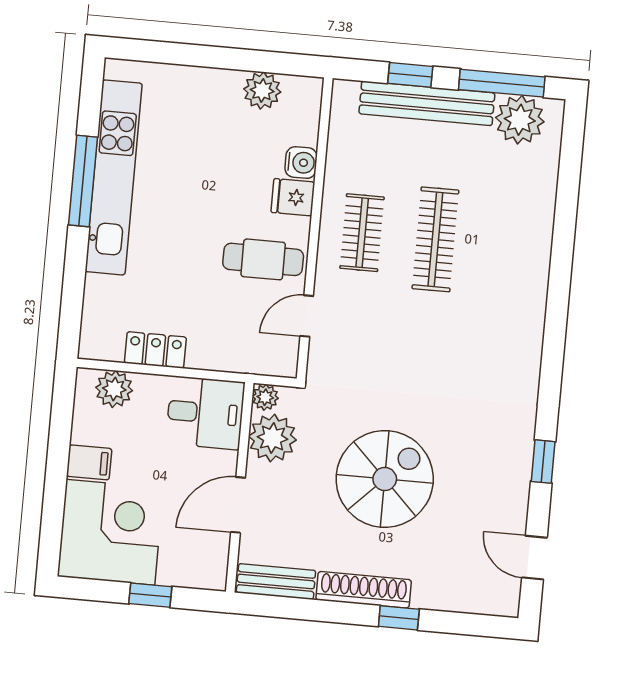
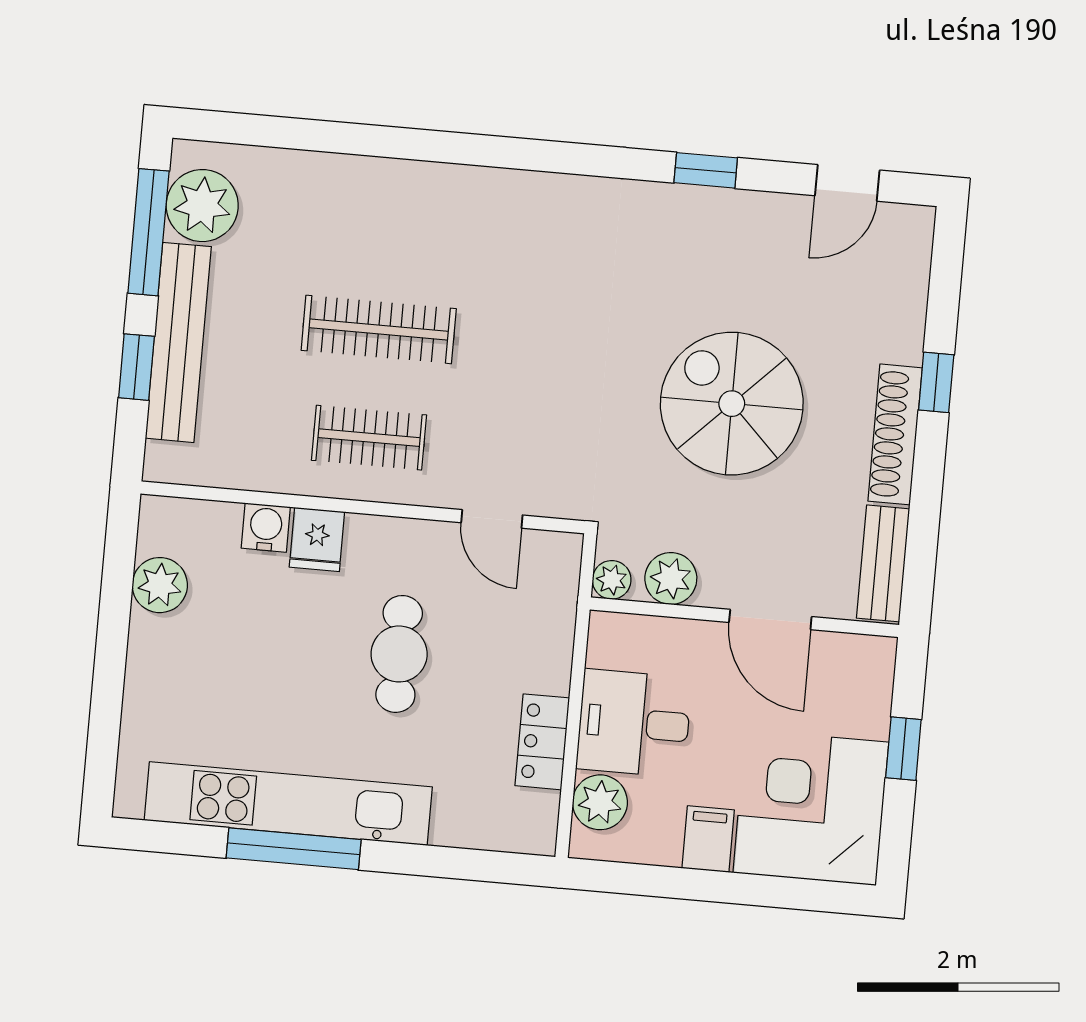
cafe table: (263, 259) -> (399, 654), moved
desk: (205, 413) -> (634, 723), moved, turned -90
plant: (272, 438) -> (671, 578), width x0.73, depth x0.73

